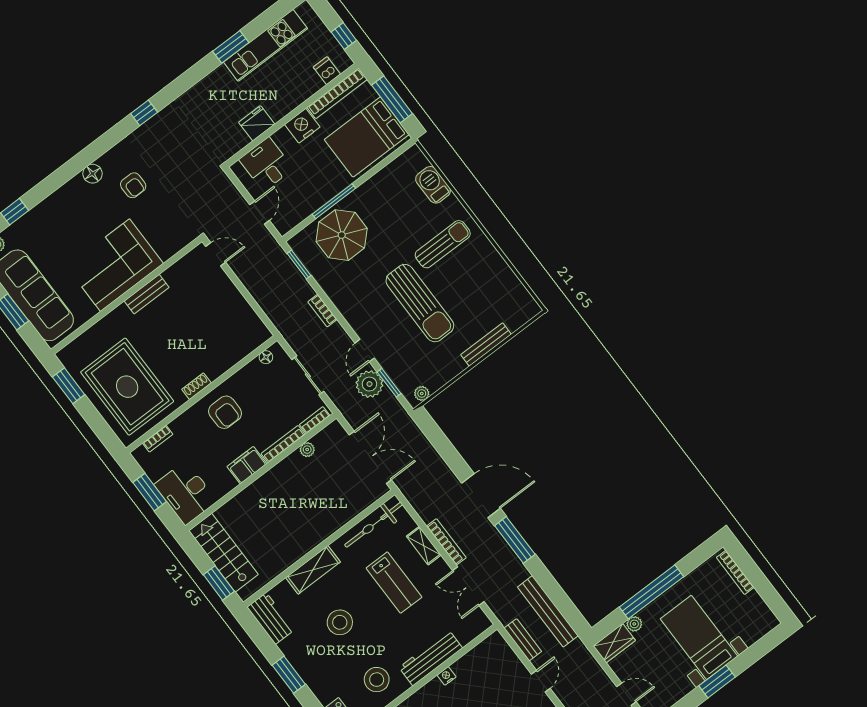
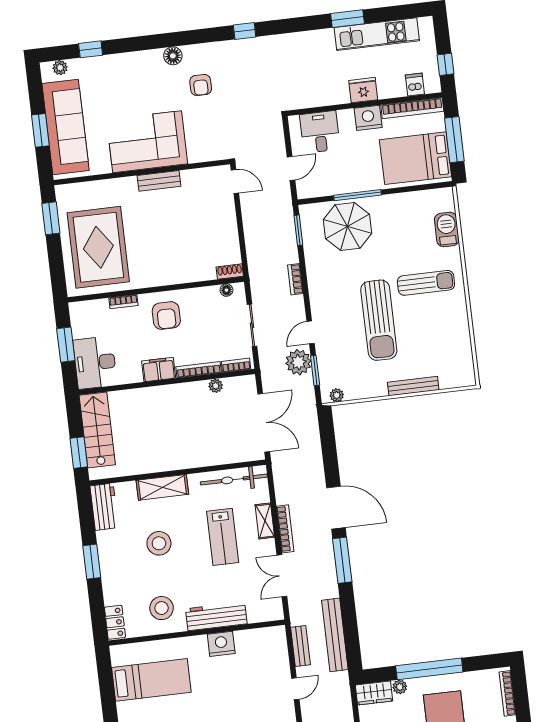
fridge: (257, 123) -> (363, 90), moved
shoe rack: (197, 386) -> (230, 272), moved
bookcase: (158, 439) -> (123, 302), moved
nightstand: (447, 676) -> (221, 644), width x1.89, depth x1.79

